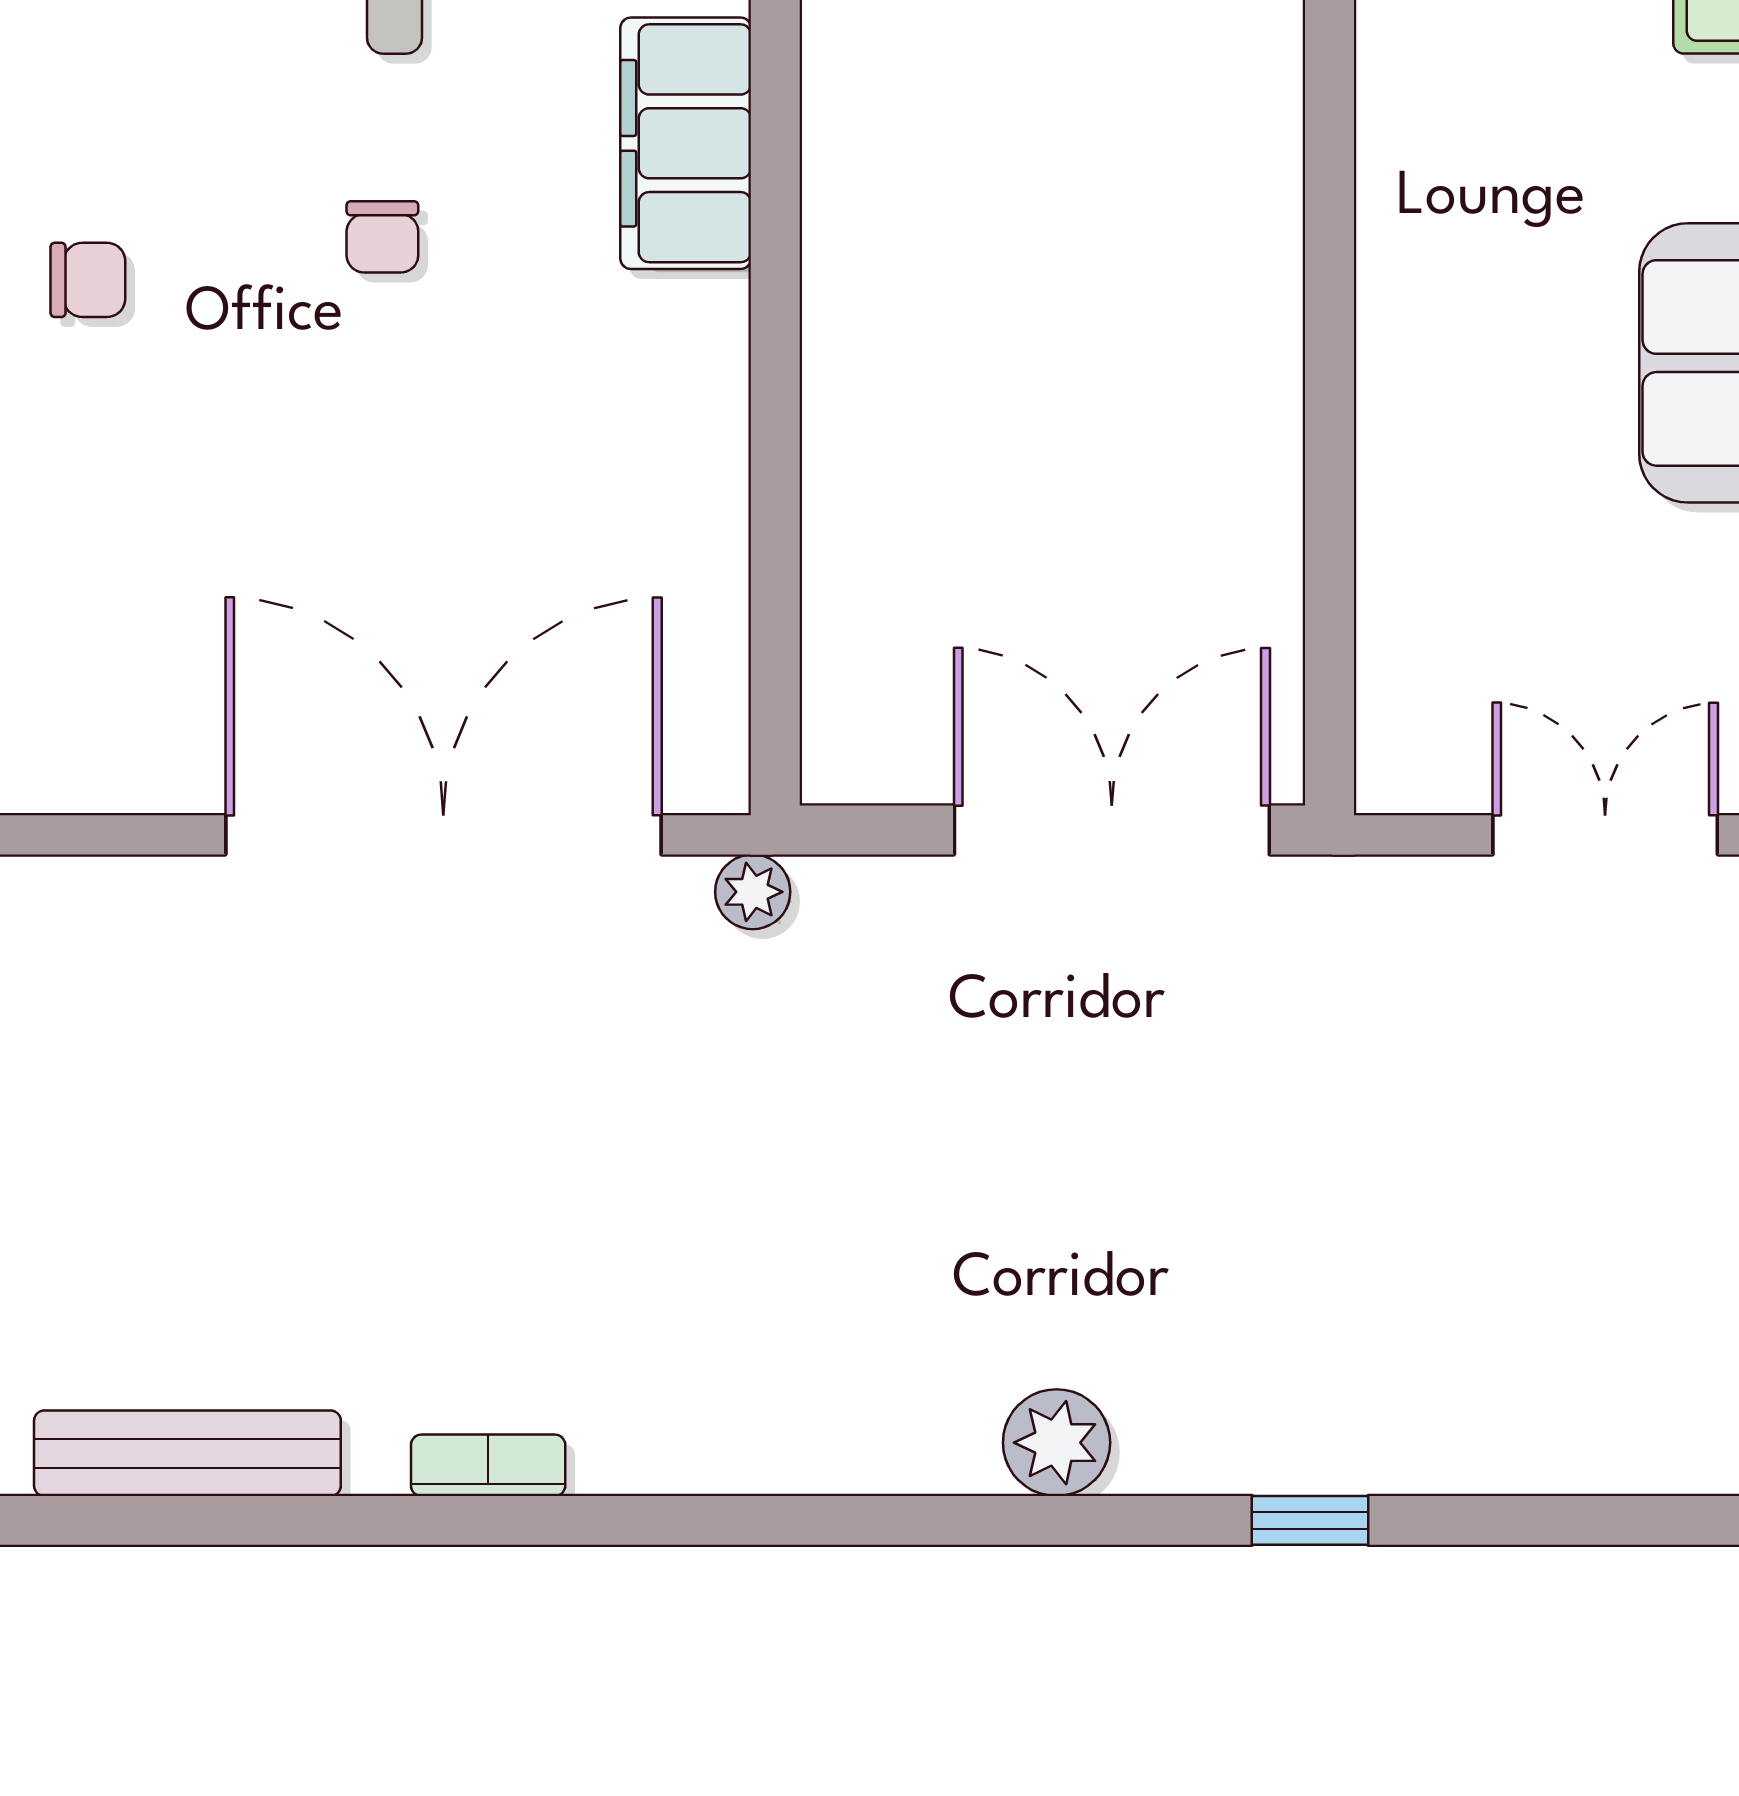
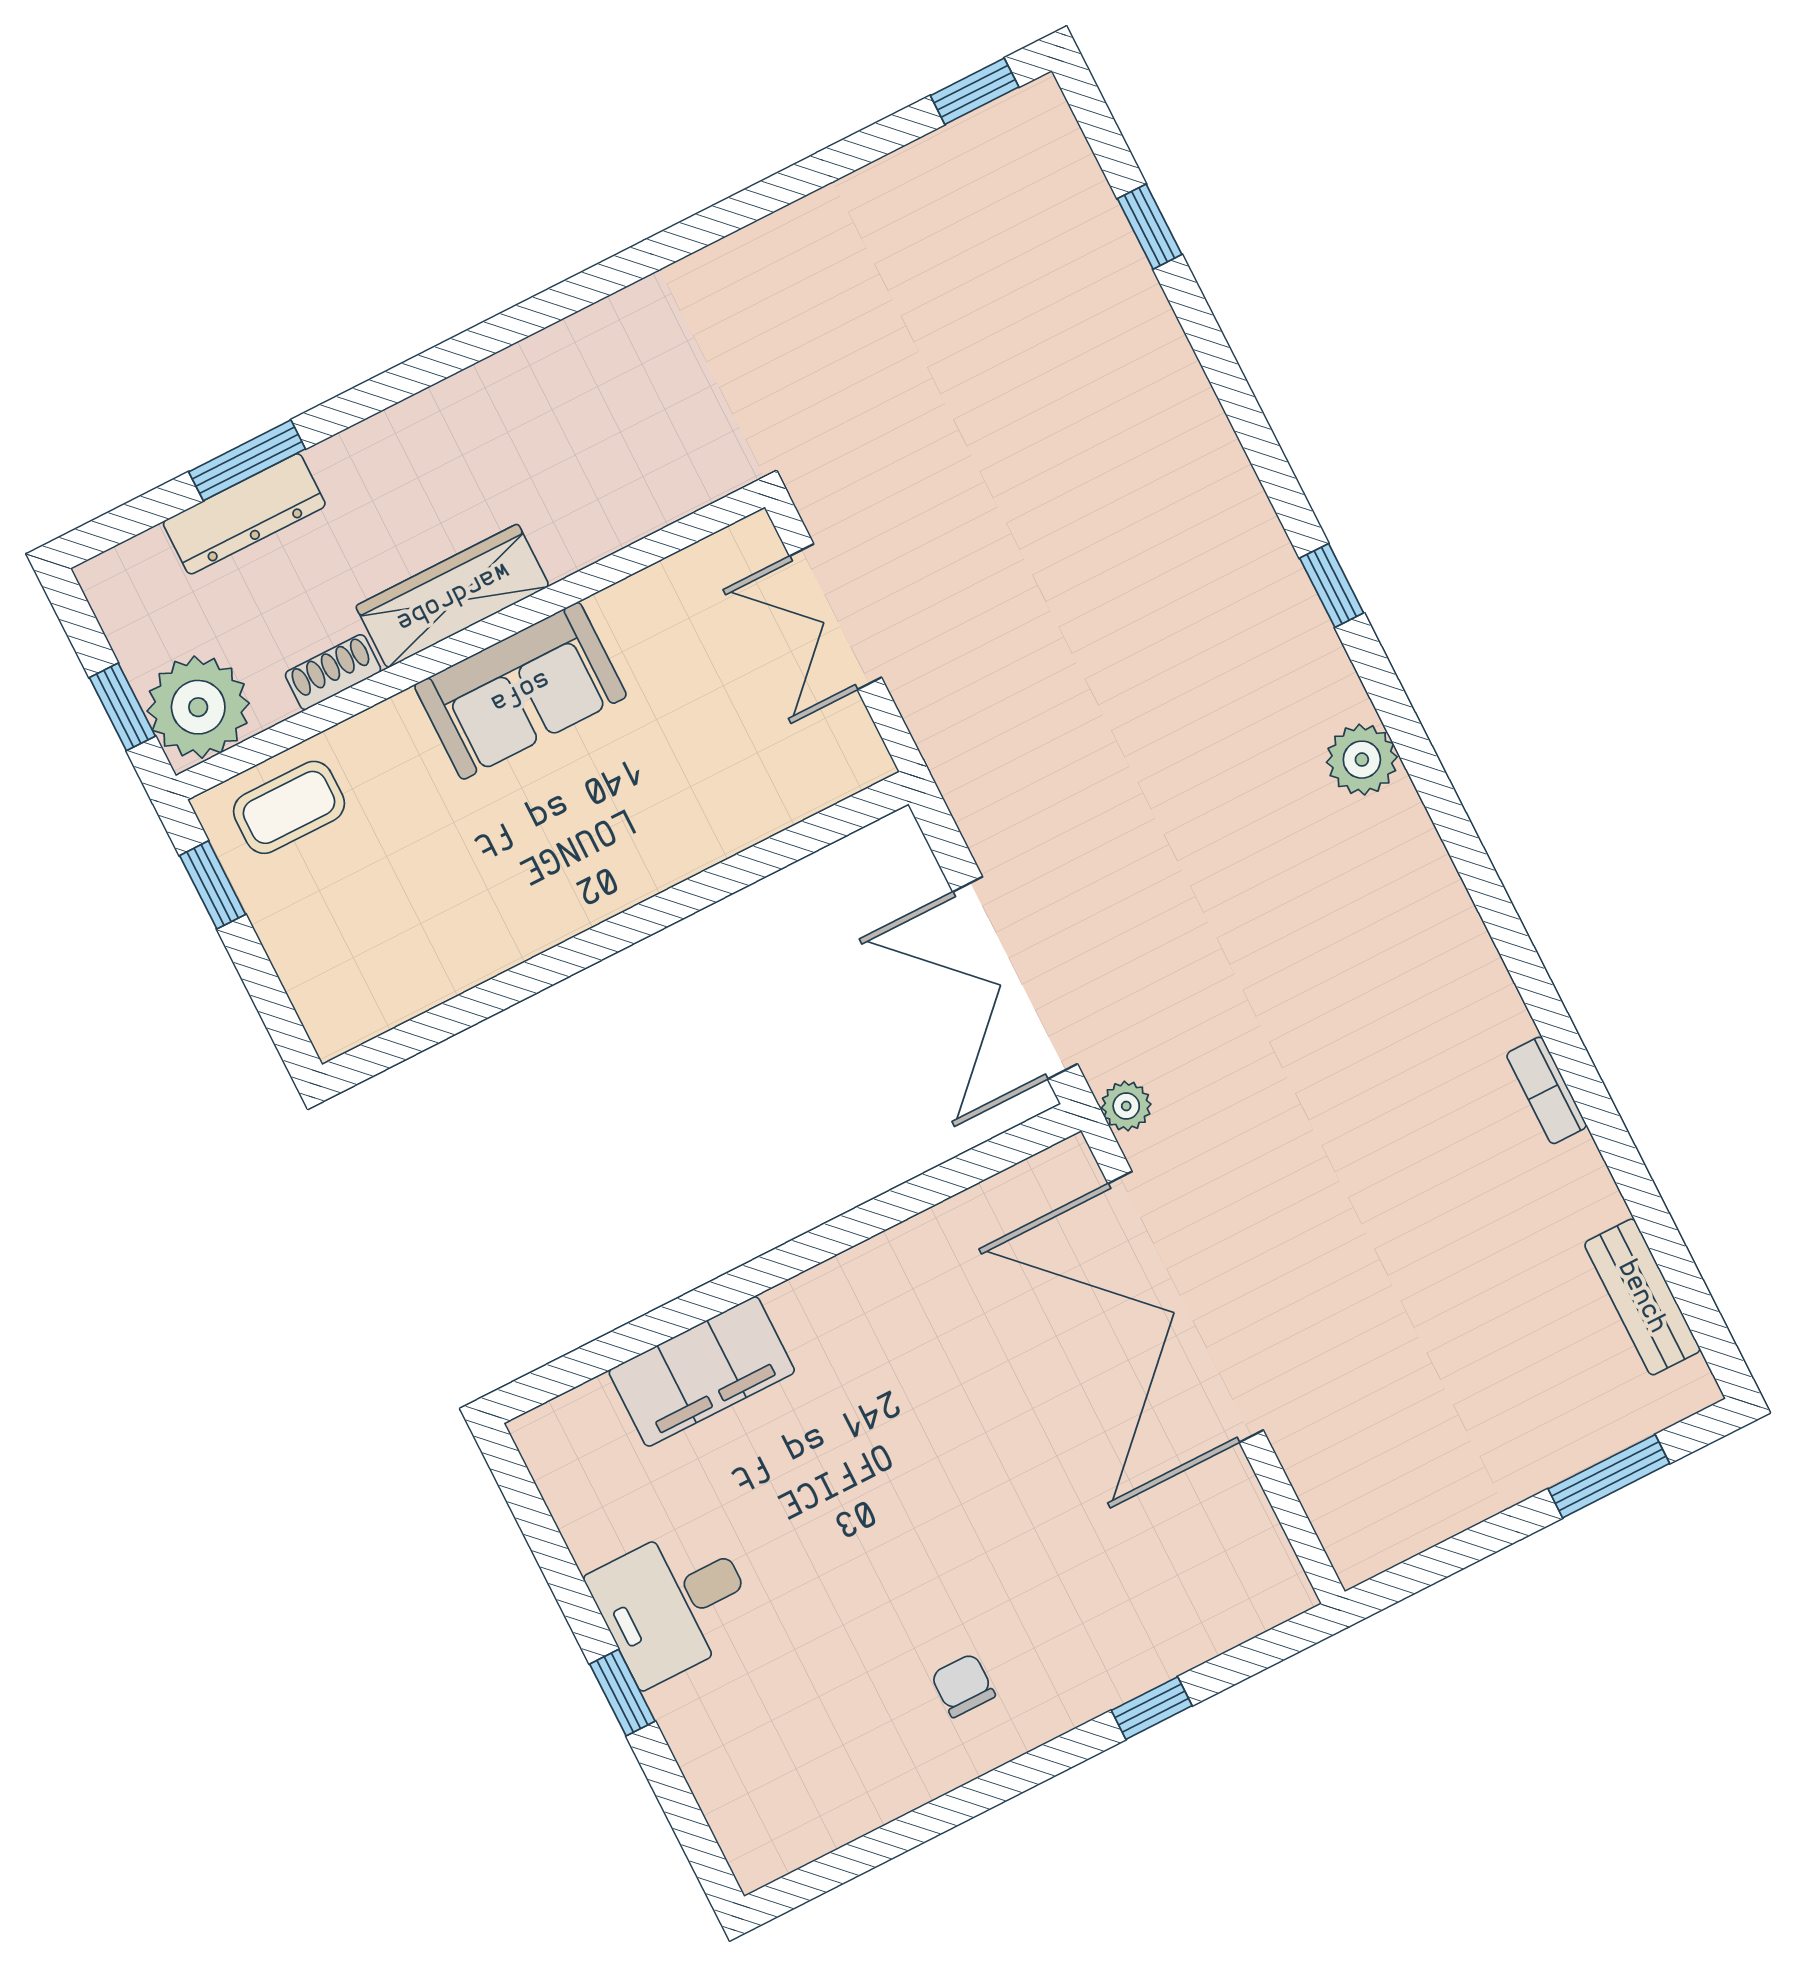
chair: (382, 237) -> (849, 1523), removed
double door: (1112, 830) -> (1015, 978), moved
bench: (187, 1453) -> (1642, 1297), width x0.73

